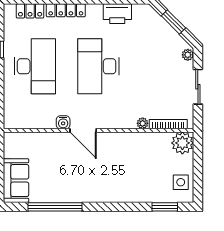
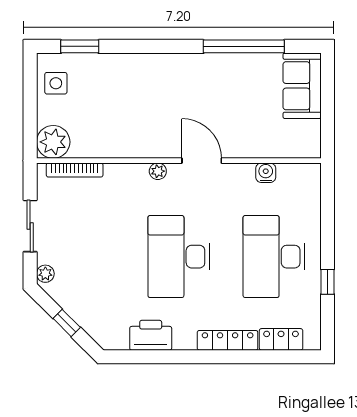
window: (173, 22) -> (67, 323), width x0.67
desk: (98, 66) -> (179, 257), turned 180
water cooler: (63, 122) -> (266, 173), moved
plant: (143, 123) -> (158, 171), moved

